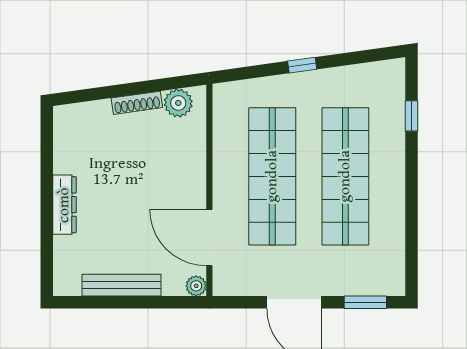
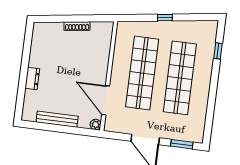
plant: (178, 103) -> (98, 29), removed
dresser: (64, 205) -> (32, 79), width x0.70

